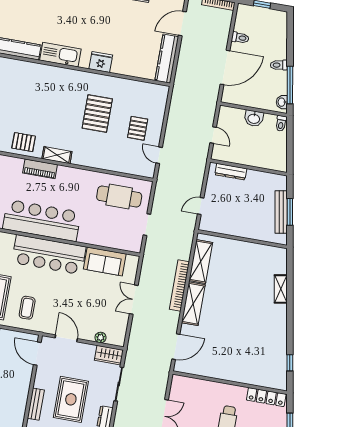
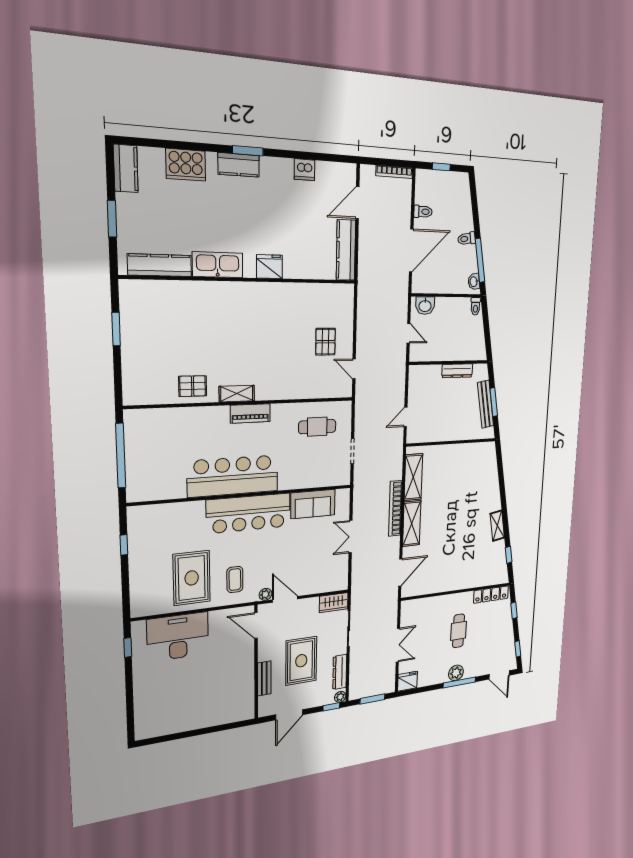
pallet: (97, 113) -> (276, 333), removed
washbasin: (254, 118) -> (425, 306), moved
piano: (40, 169) -> (250, 413), moved
dresser: (231, 172) -> (457, 371), moved
cafe table: (119, 197) -> (317, 427), width x0.73, depth x0.74
shelving: (281, 289) -> (497, 526), moved
plant: (101, 337) -> (265, 594), moved

